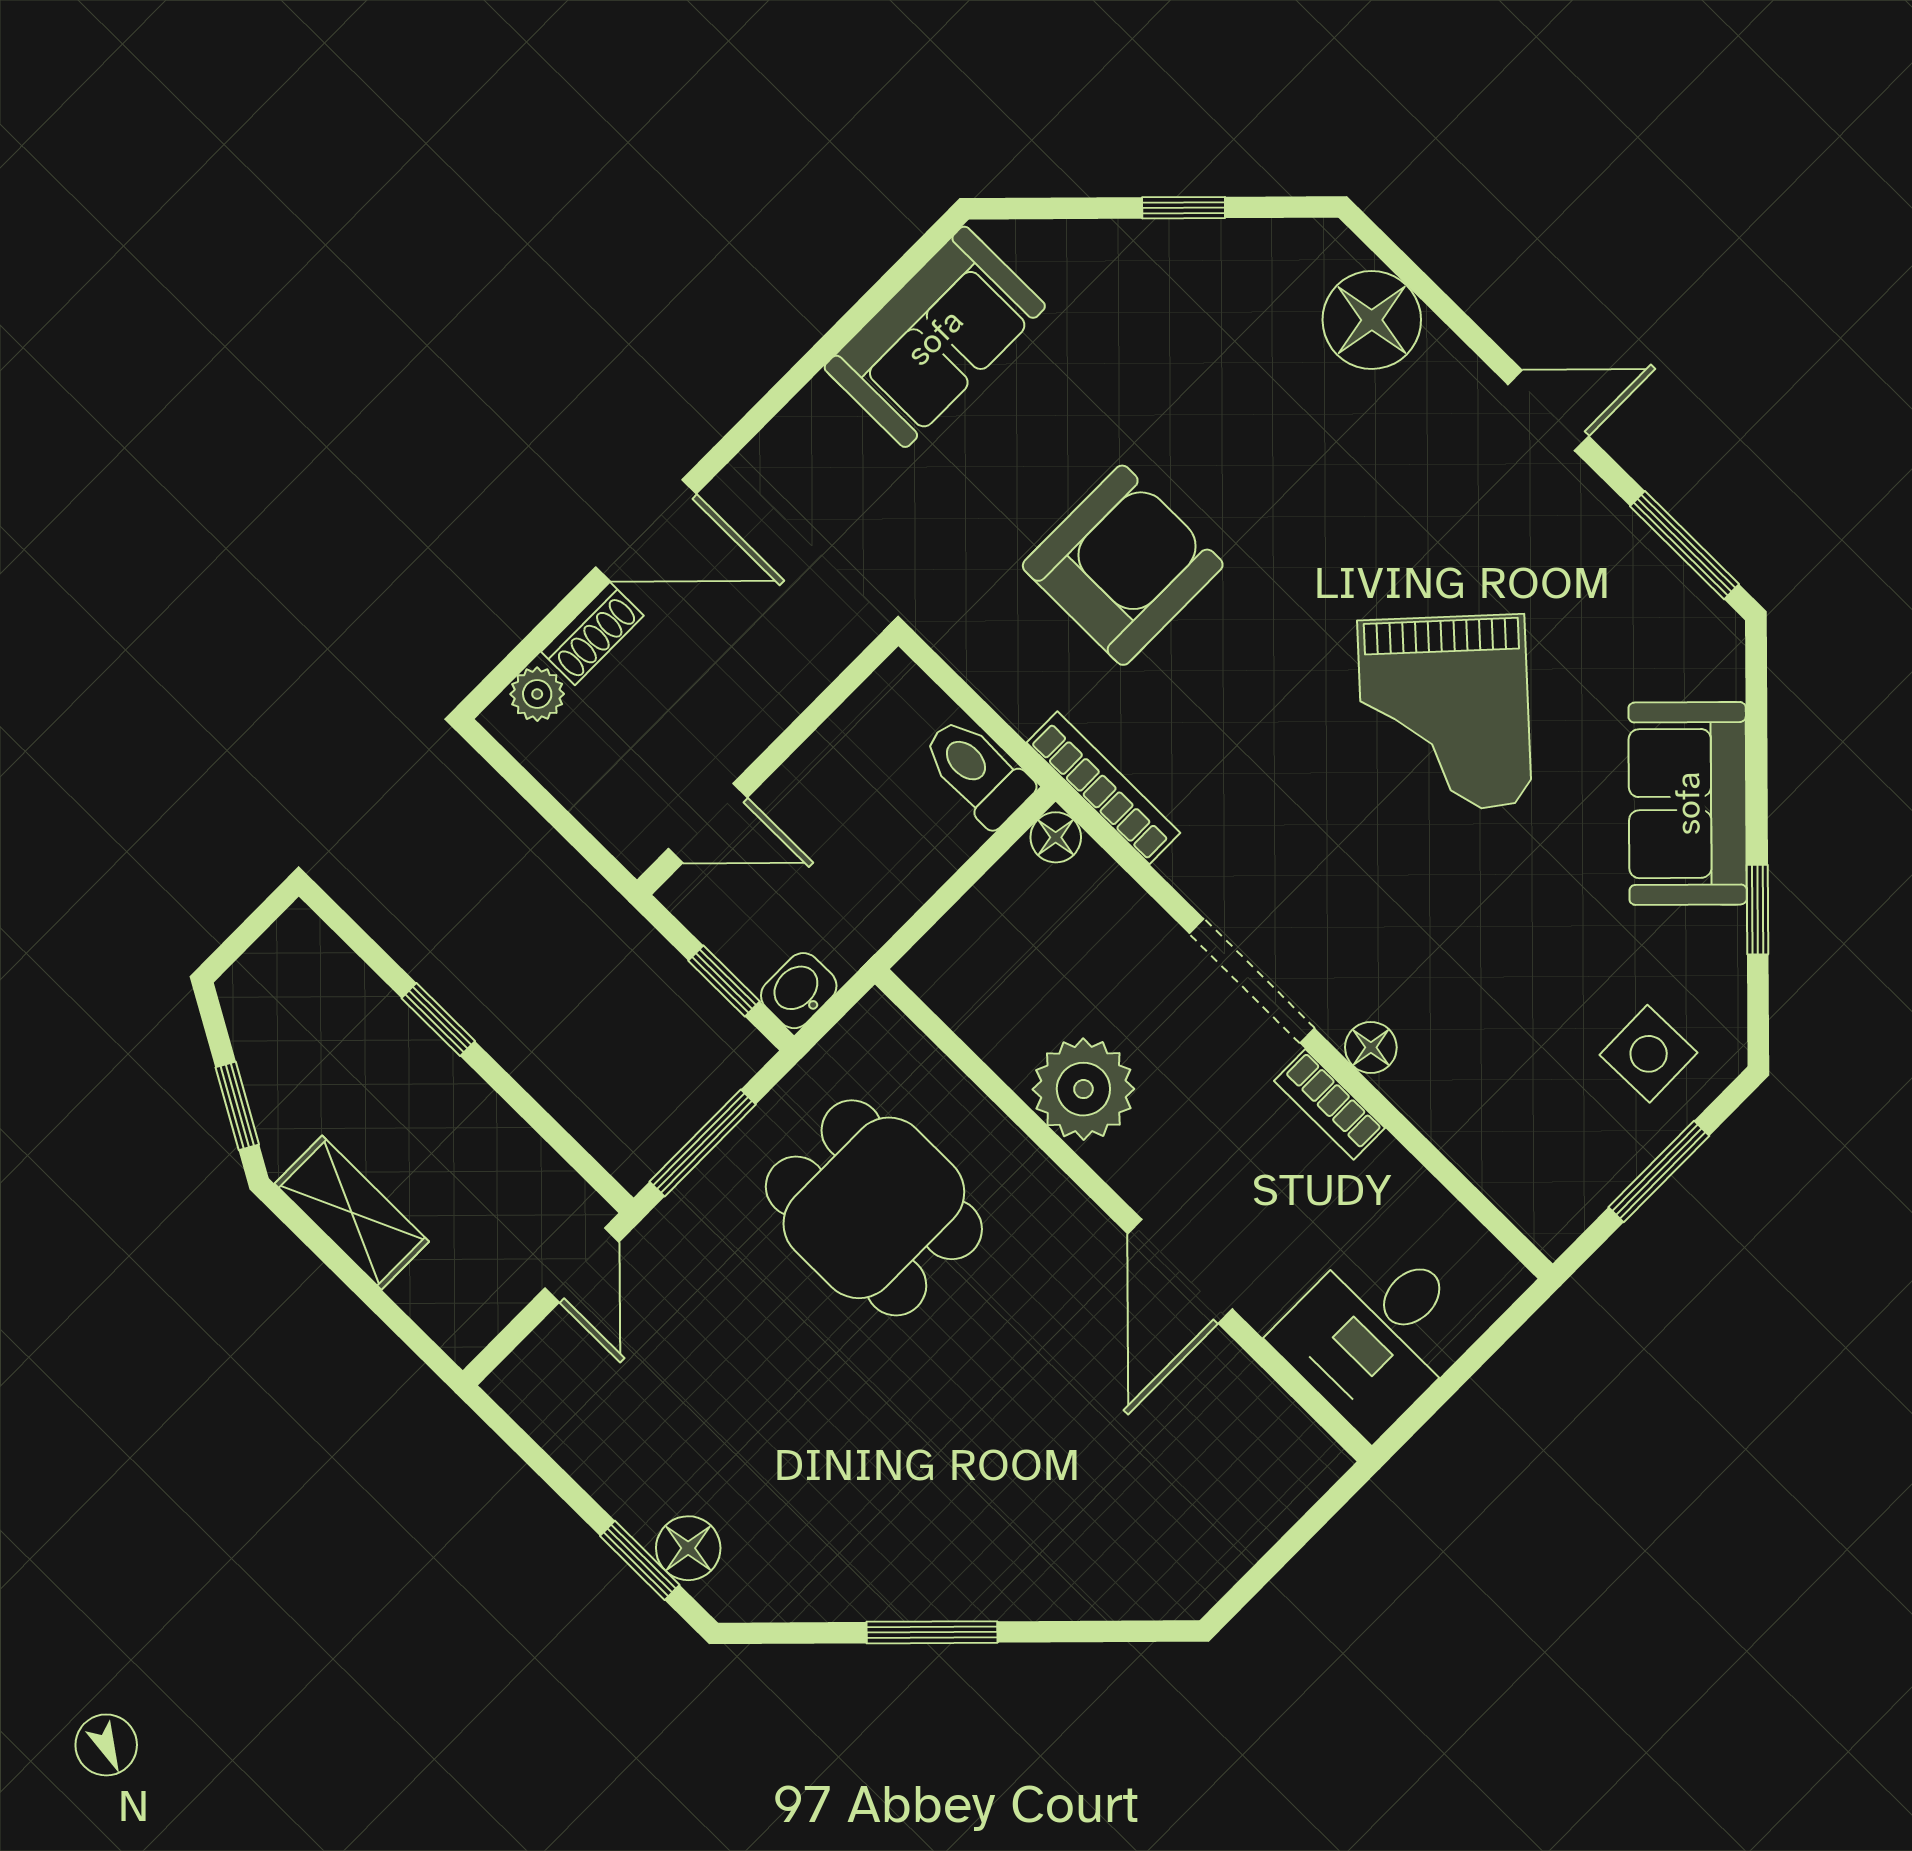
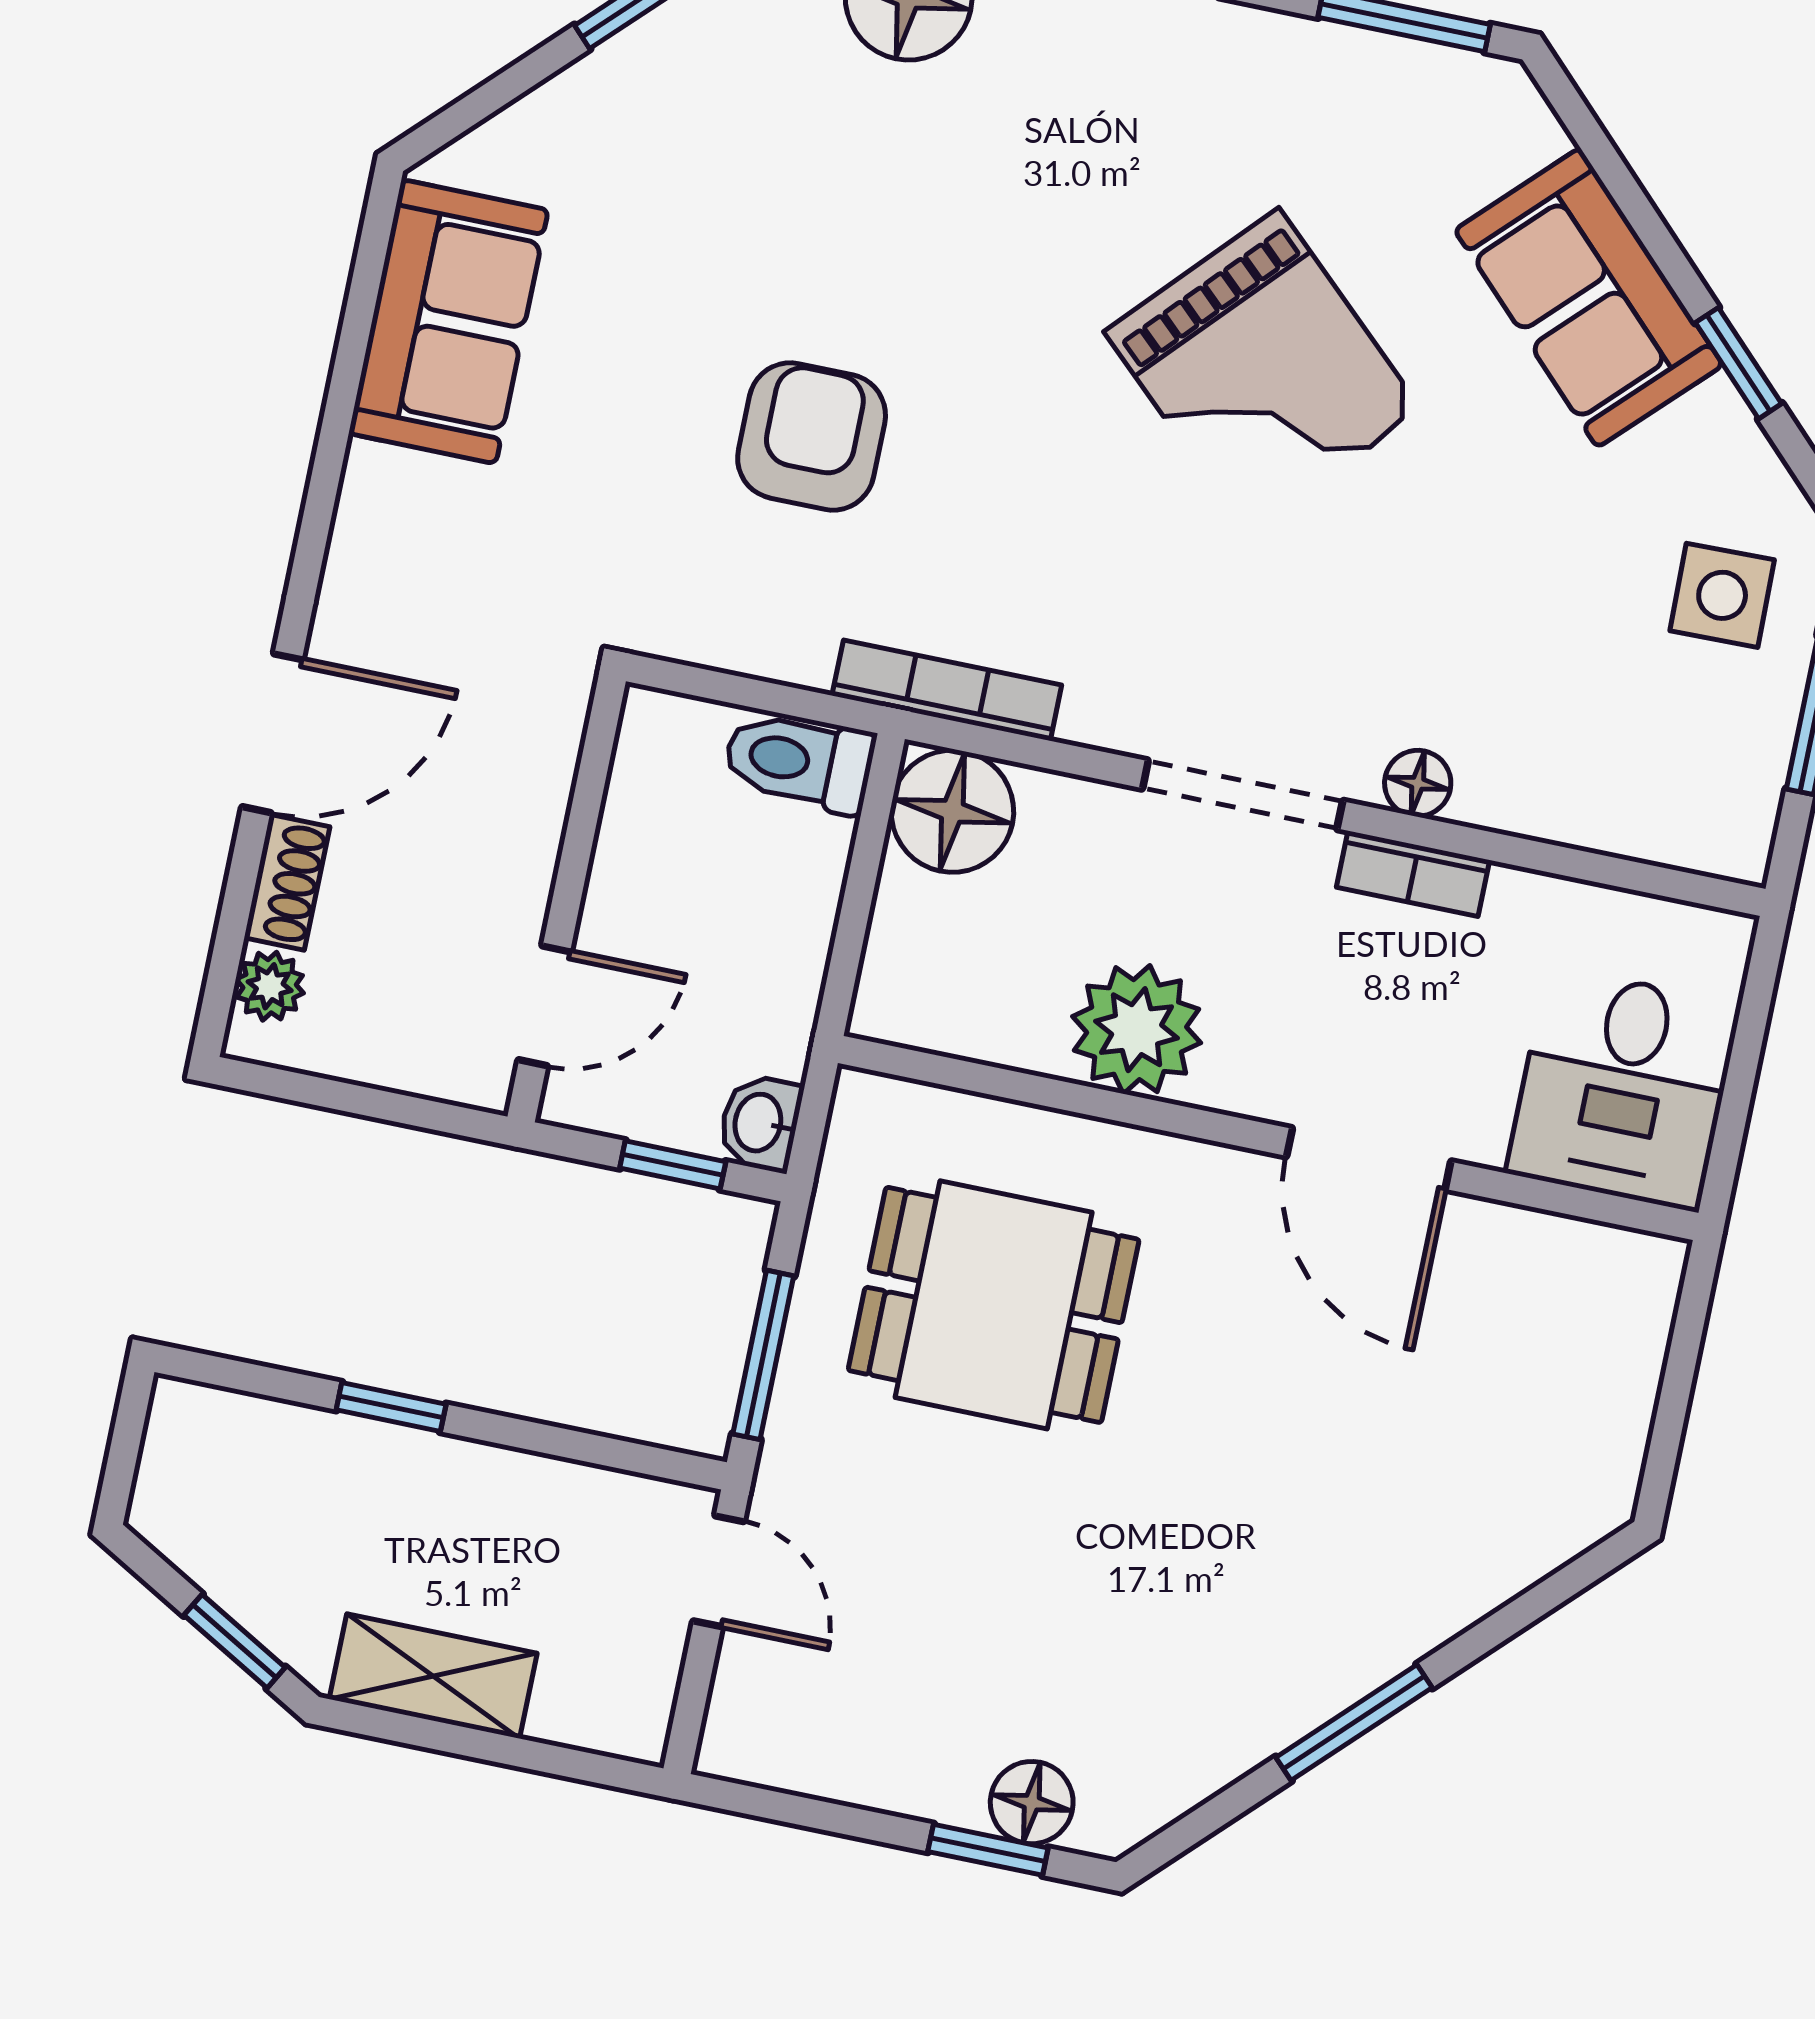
armchair: (1123, 565) -> (812, 436), width x0.73, depth x0.73
floor lamp: (1056, 837) -> (952, 811), width x1.89, depth x1.89

